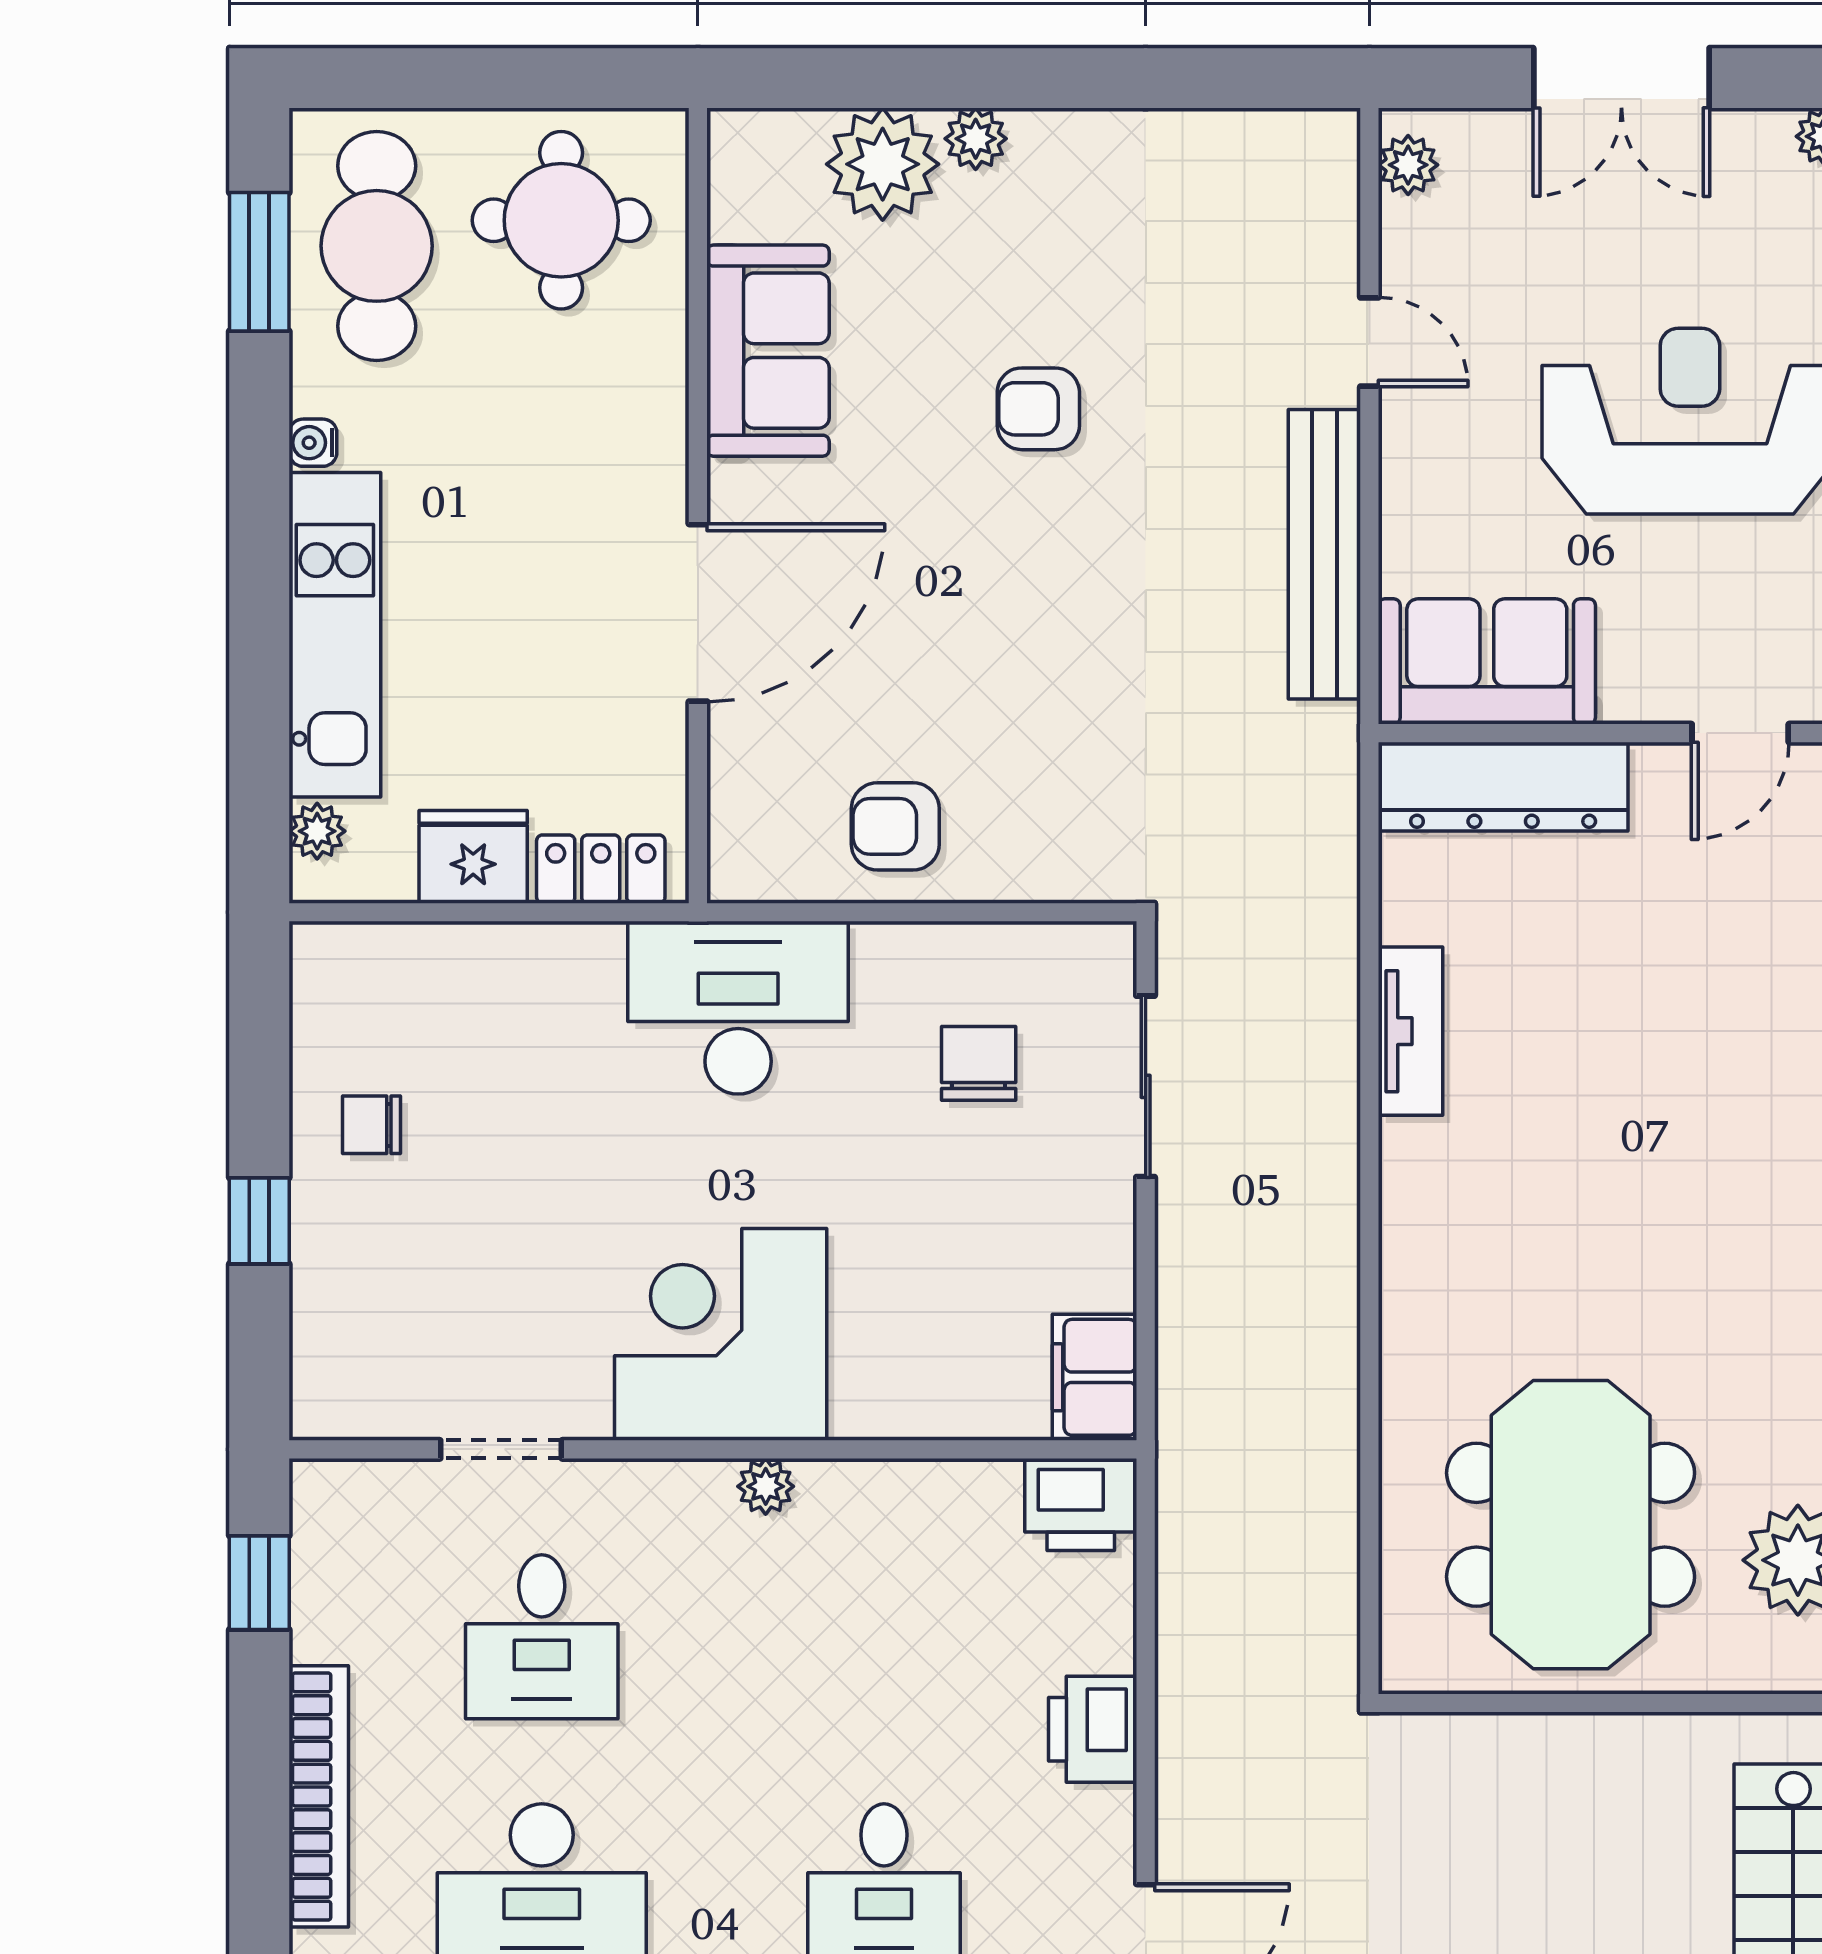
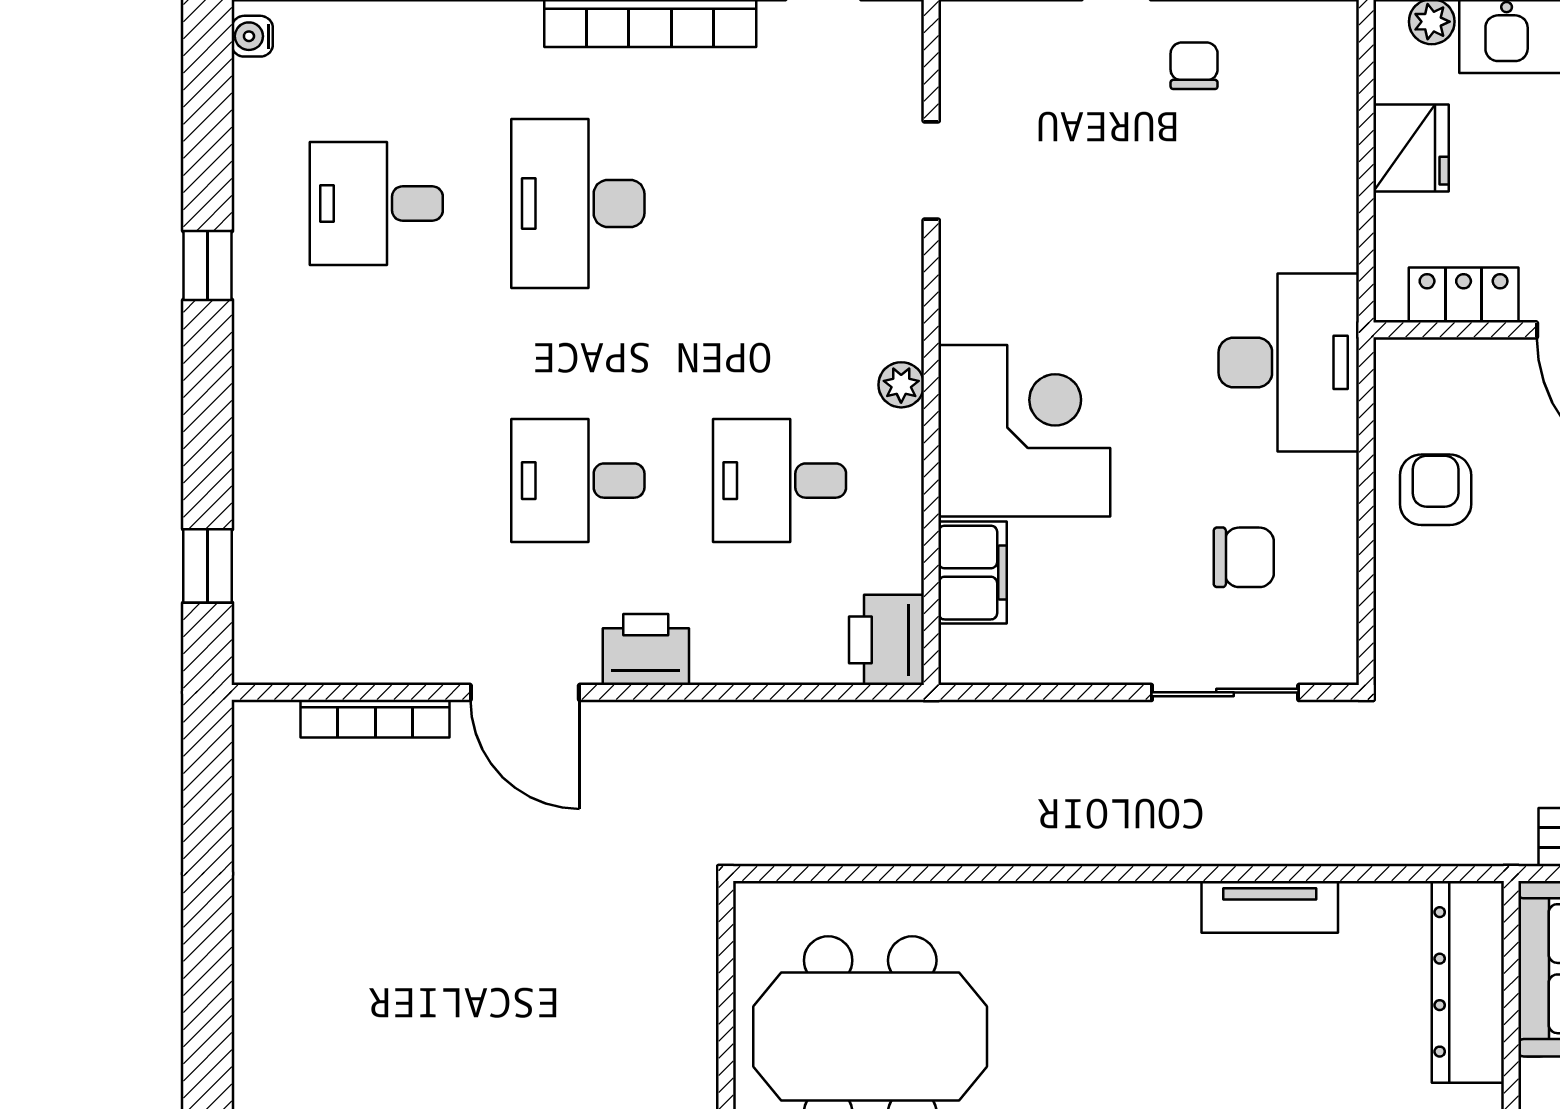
locker: (601, 869) -> (1464, 295), moved, turned -90
corner desk: (721, 1334) -> (1024, 431), moved
filing cabinet: (1095, 1377) -> (973, 573), moved, turned 90
desk: (542, 1637) -> (779, 481), moved
printer: (1093, 1729) -> (646, 650), moved

